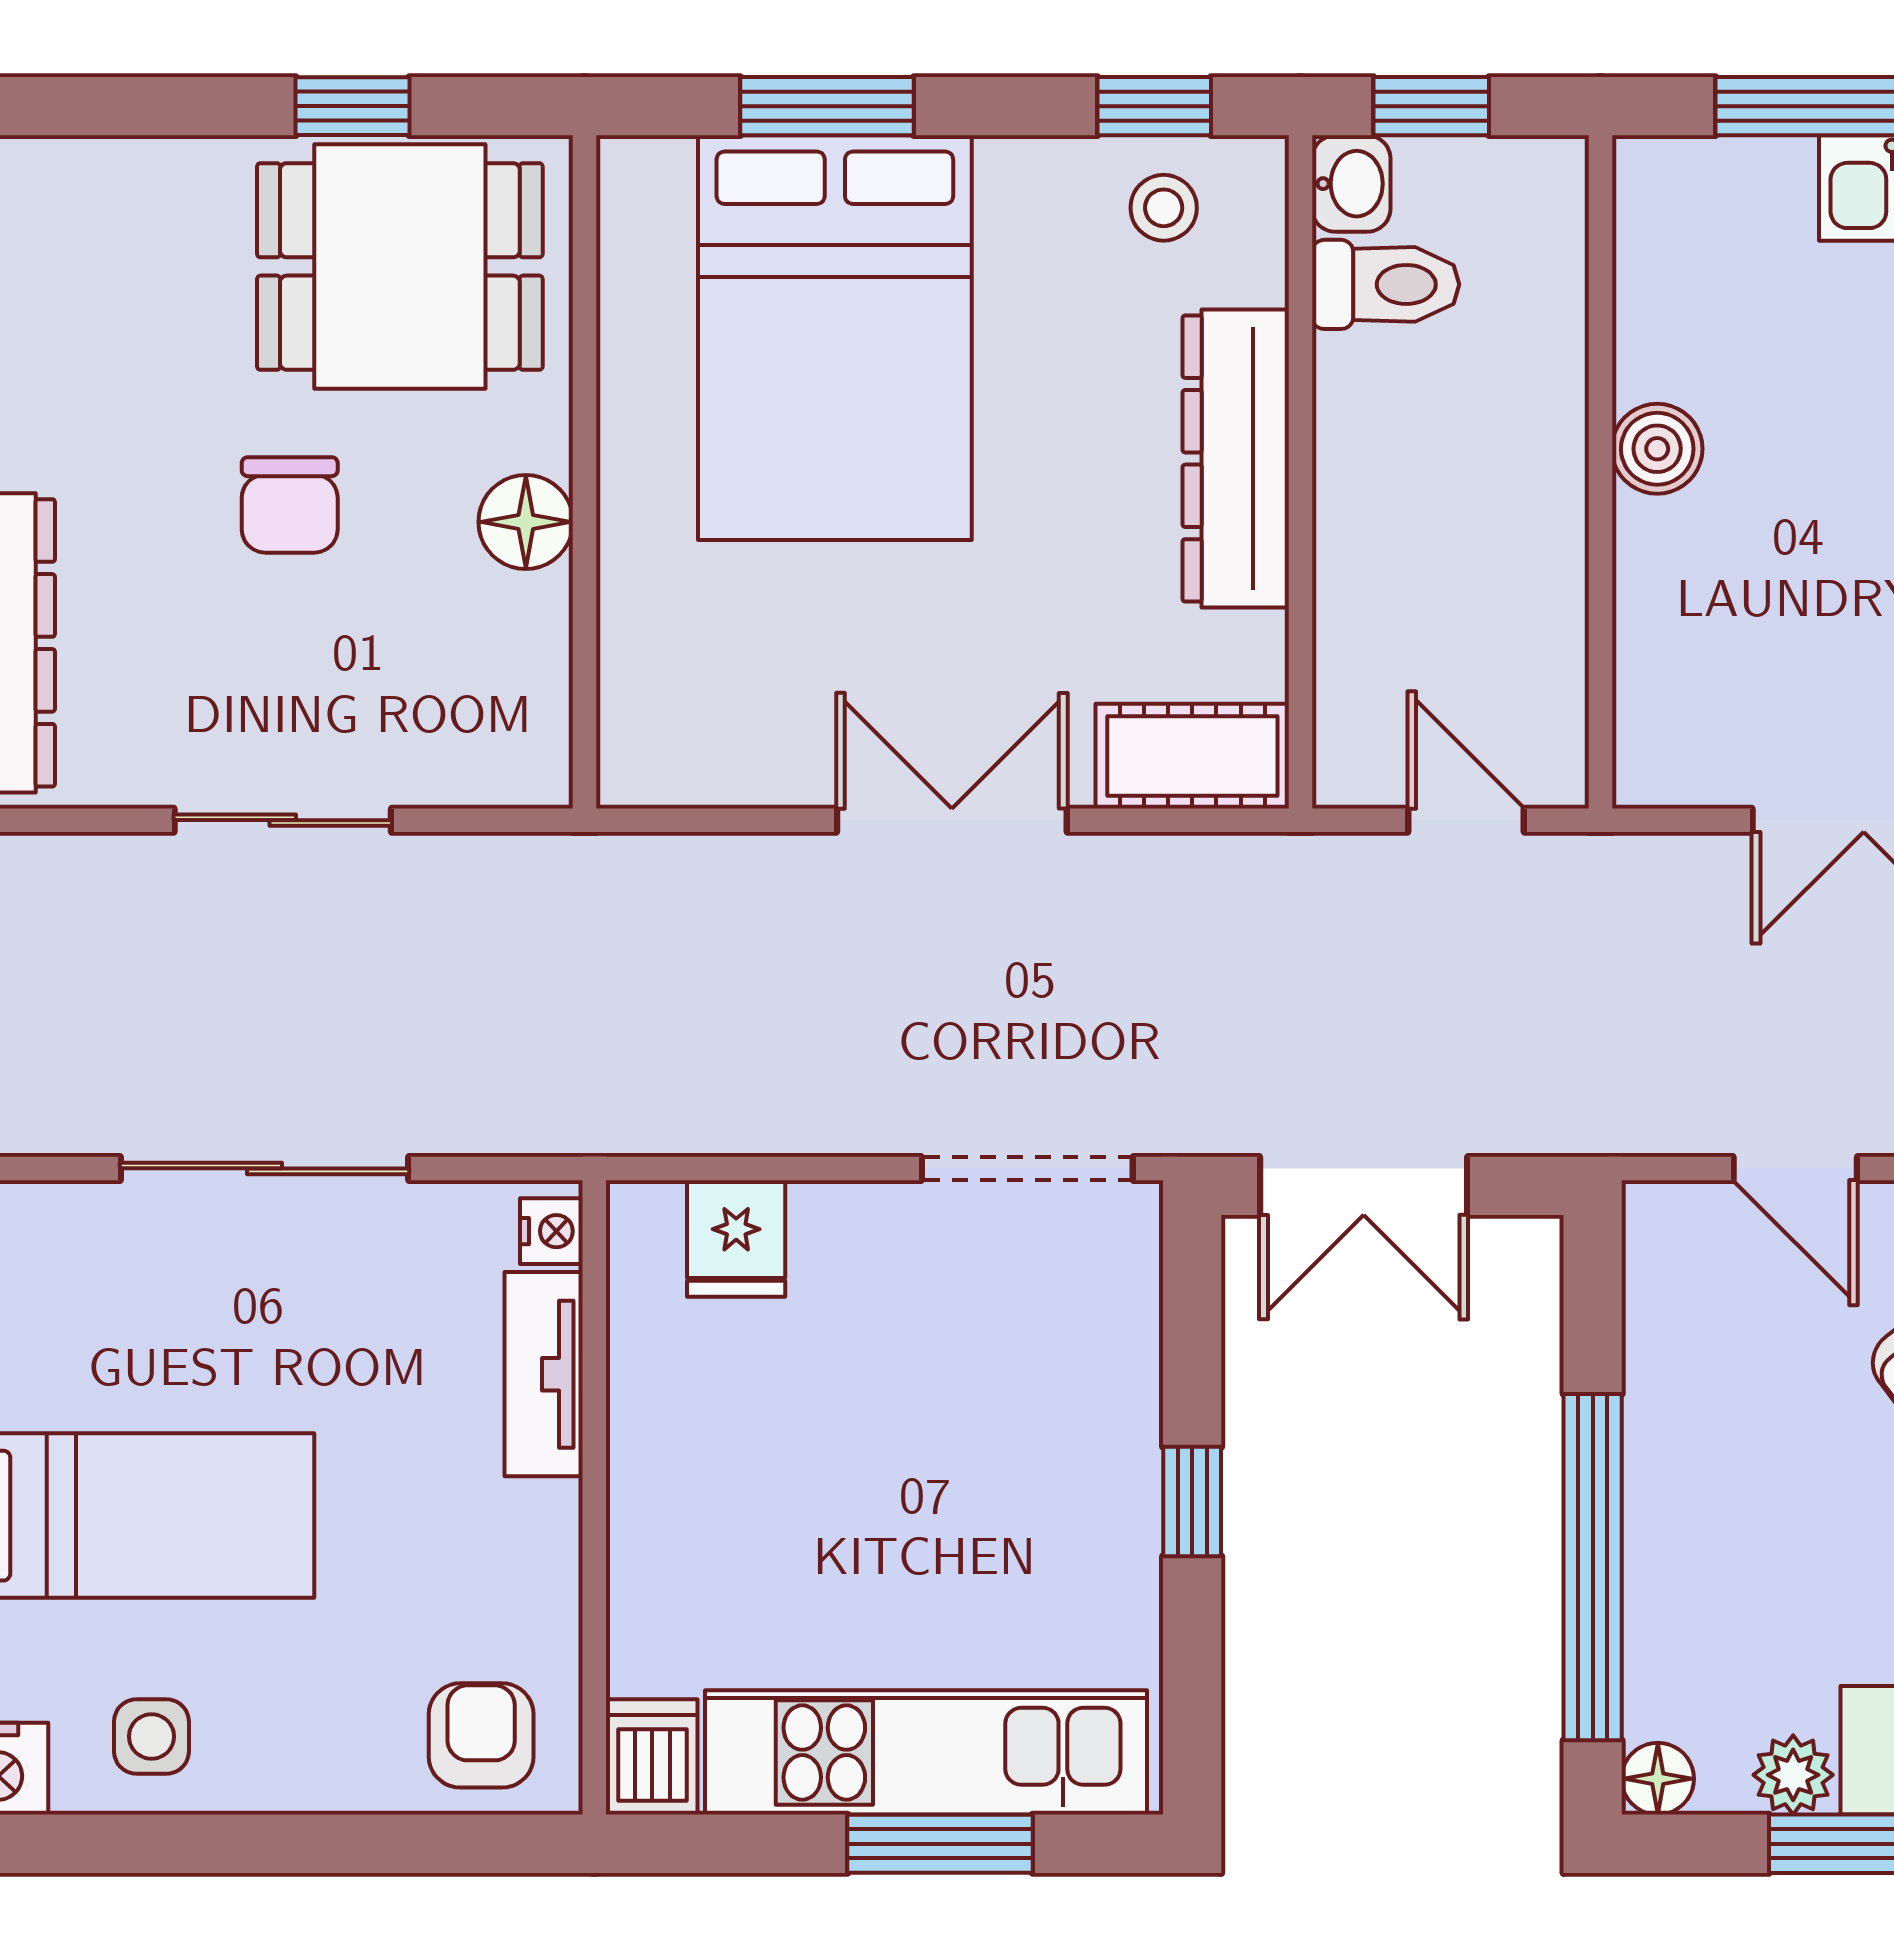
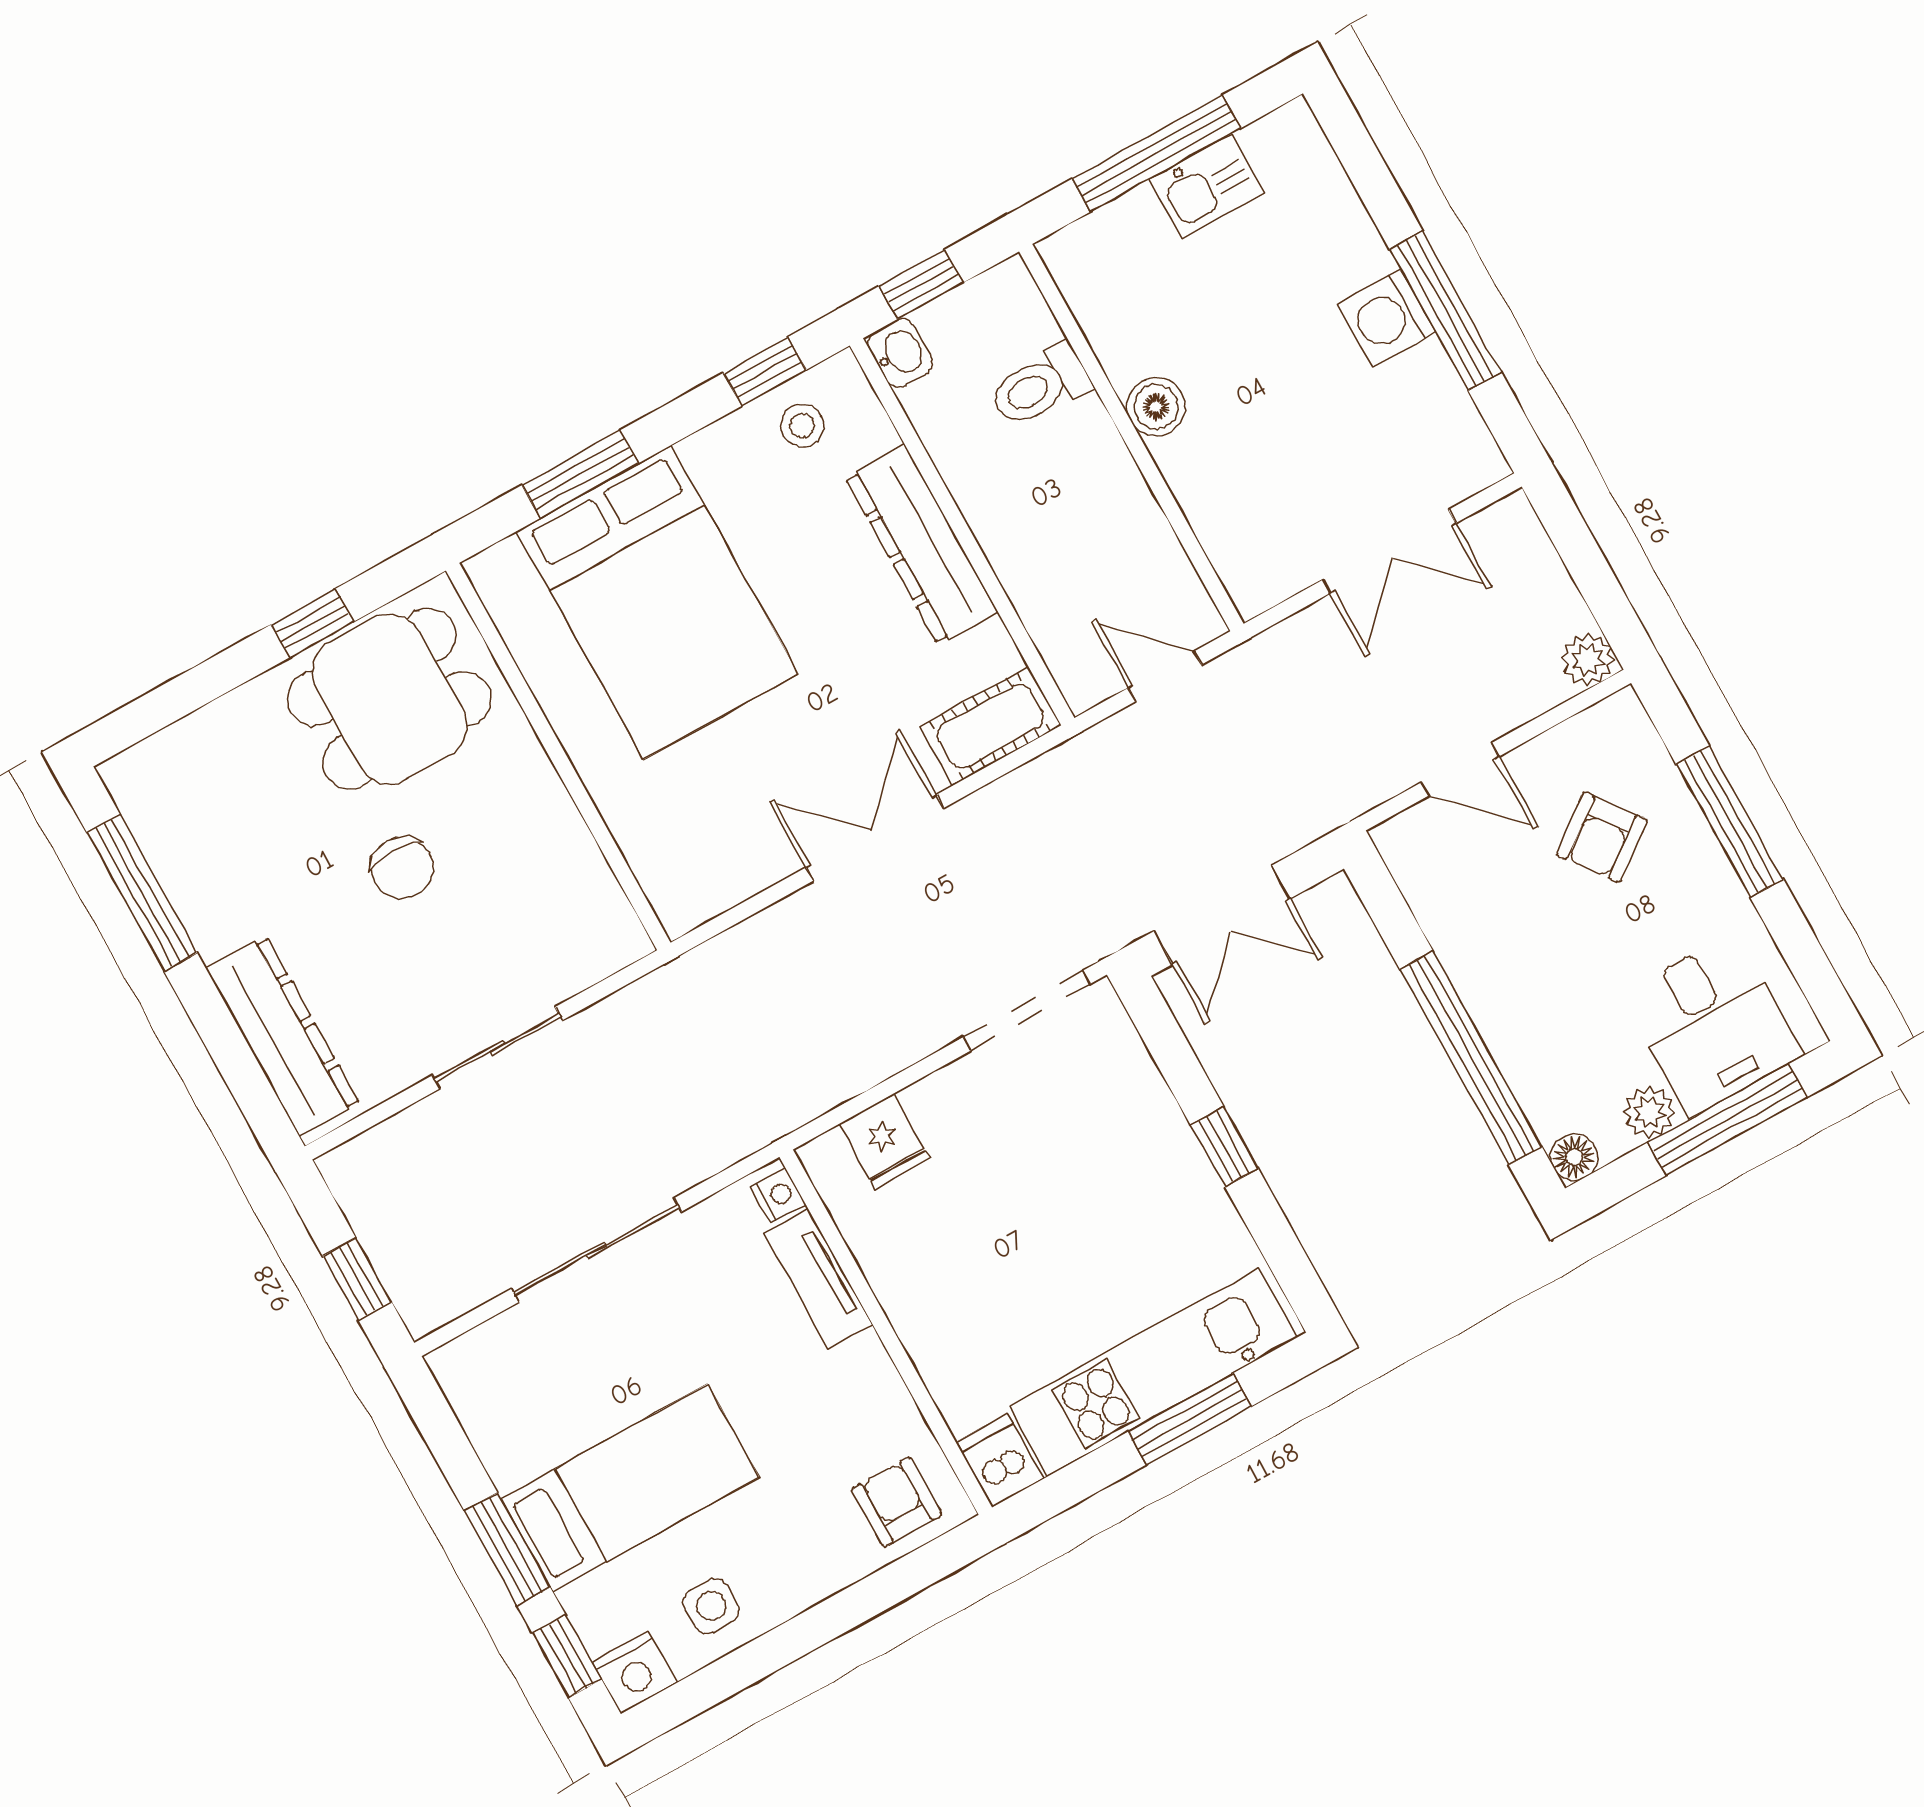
toilet: (1386, 284) -> (1040, 386), moved, turned 180
floor lamp: (526, 522) -> (541, 803), removed

